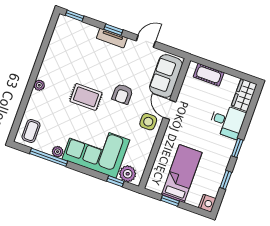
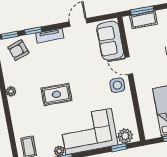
window: (113, 30) -> (33, 31), moved
window: (213, 65) -> (142, 10), added
plant: (39, 85) -> (11, 91), moved
armchair: (122, 94) -> (18, 50), moved, turned 71

